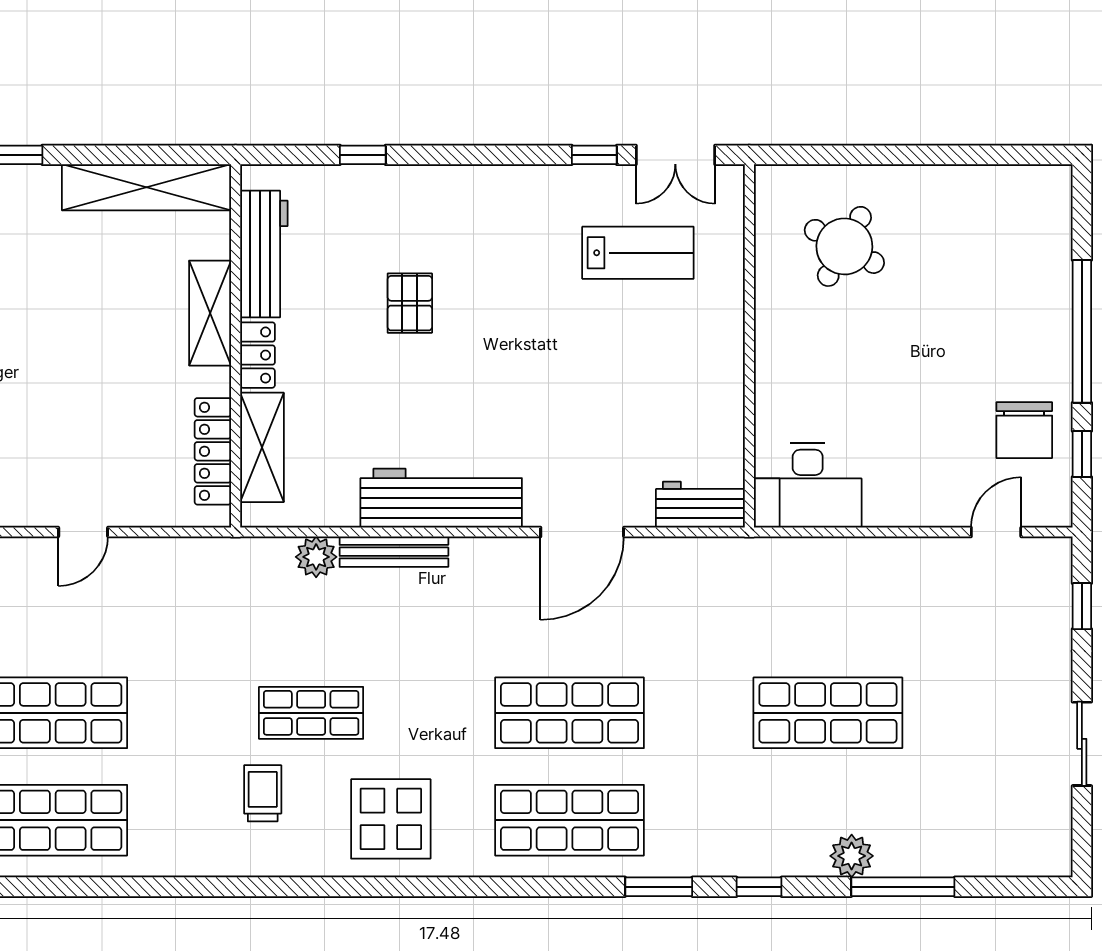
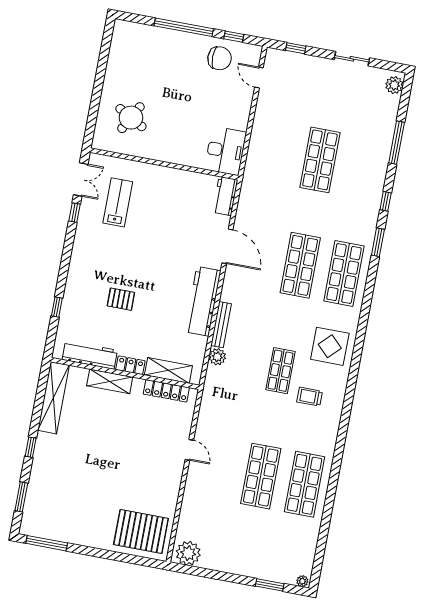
plant: (852, 856) -> (394, 85), moved

